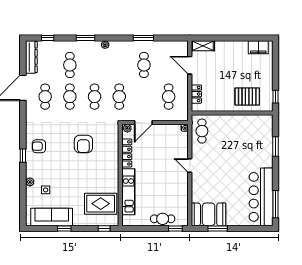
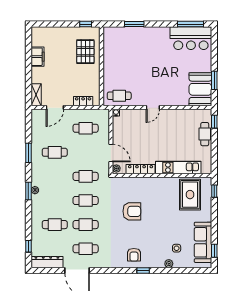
window: (86, 38) -> (28, 191), moved
filing cabinet: (258, 47) -> (37, 57), moved
bar counter: (261, 197) -> (191, 38), width x0.73
window: (64, 229) -> (214, 251), moved

